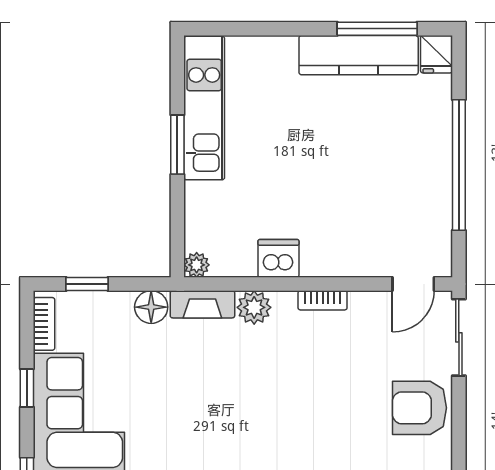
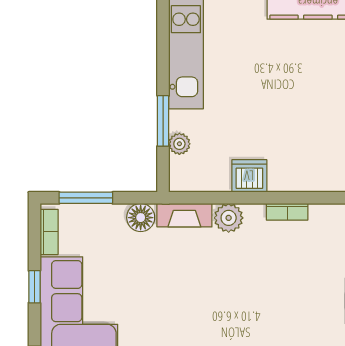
window: (177, 145) -> (163, 121), moved
plant: (197, 265) -> (179, 144), moved
window: (87, 284) -> (86, 198), width x1.50

